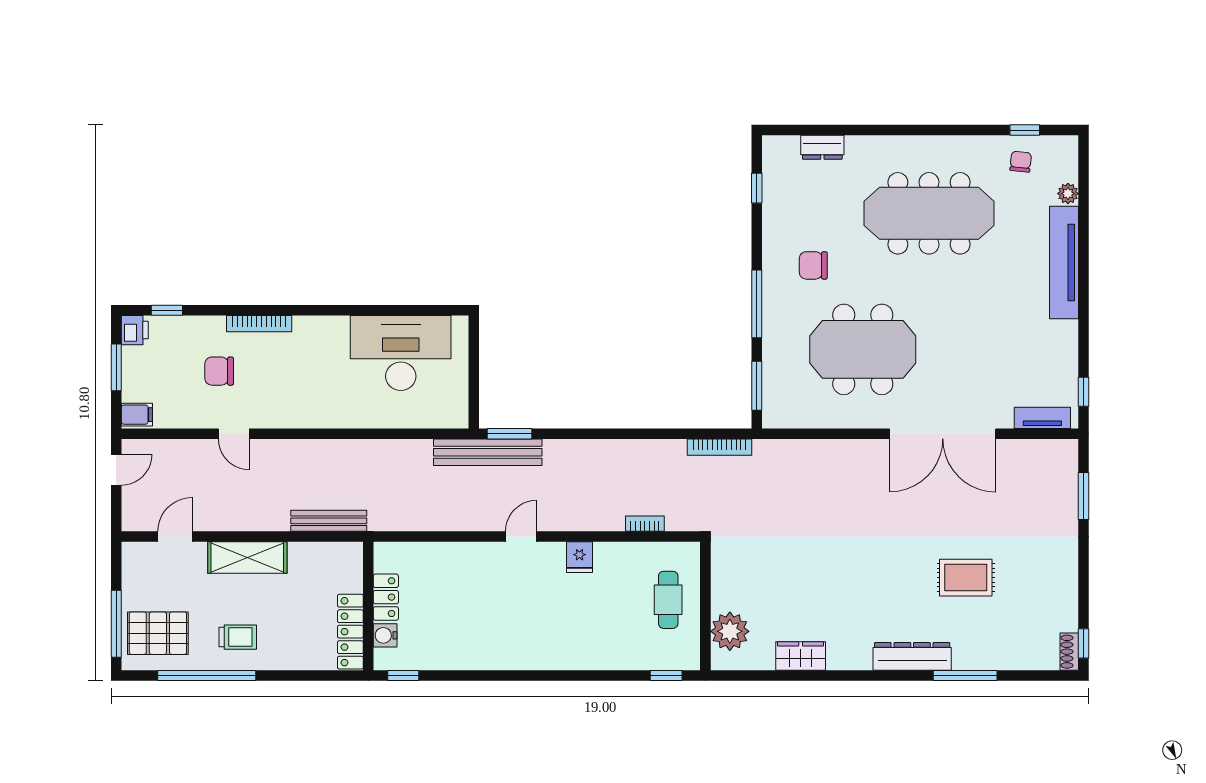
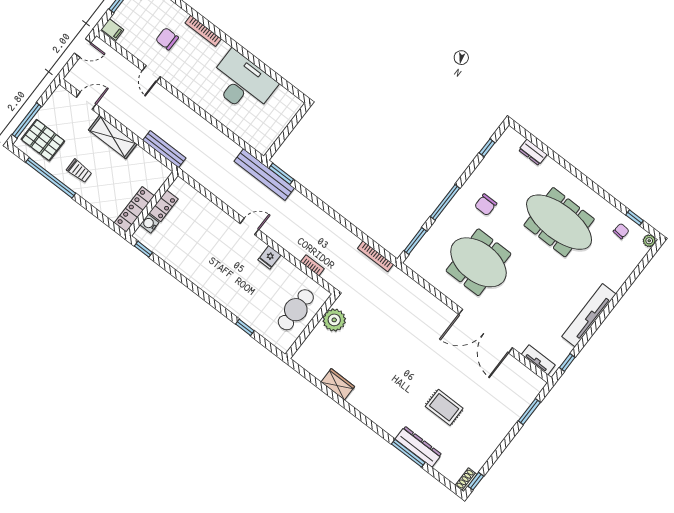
plant: (1068, 194) -> (649, 241), moved
tv unit: (1064, 262) -> (589, 315), moved
chair: (813, 265) -> (486, 205), turned -90
desk: (401, 353) -> (242, 83), moved
cafe table: (668, 600) -> (296, 310), width x1.37, depth x1.35
plant: (730, 631) -> (334, 320), moved
dresser: (912, 656) -> (418, 447), moved
window: (666, 675) -> (245, 327), moved

